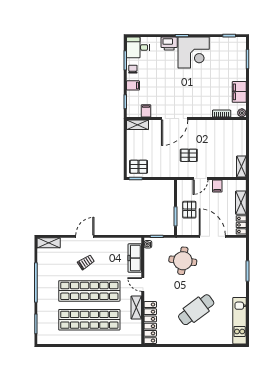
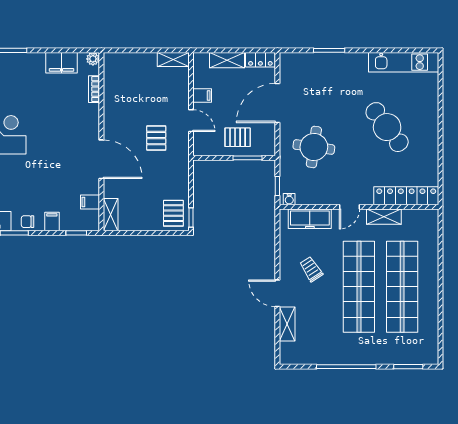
shelving: (49, 243) -> (287, 324), moved
trolley: (86, 262) -> (311, 269), moved

